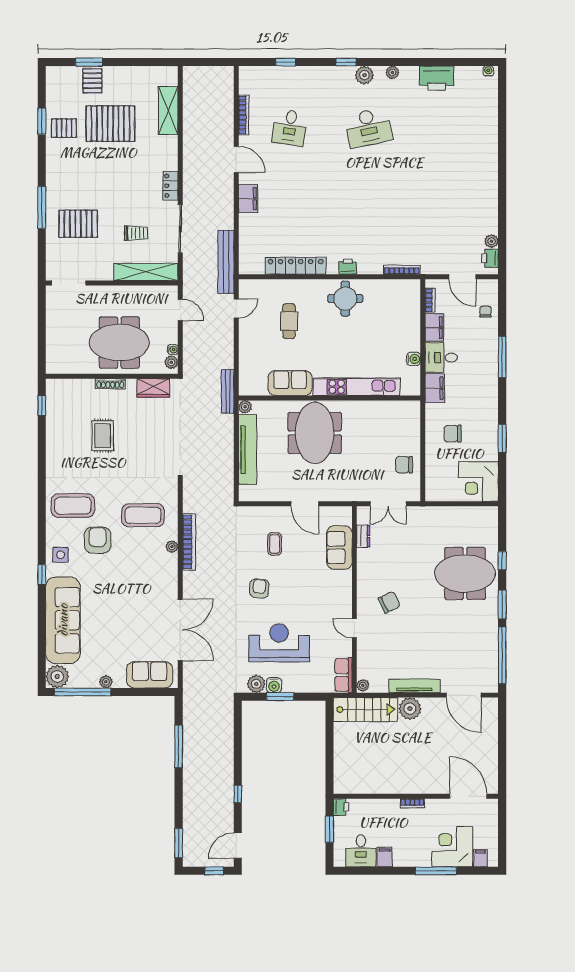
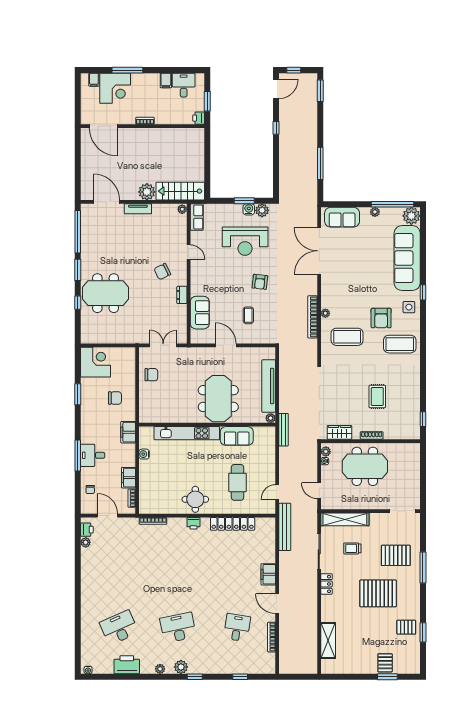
pallet: (110, 124) -> (378, 593), moved
desk: (447, 128) -> (119, 628), added
cafe table: (289, 321) -> (238, 482), width x1.37, depth x1.35
desk: (441, 357) -> (93, 455), moved, turned 180
dresser: (363, 536) -> (182, 295), moved
tv unit: (414, 686) -> (138, 209), width x0.71

